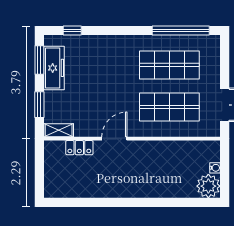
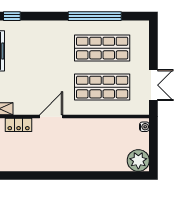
window: (181, 30) -> (95, 16), moved
water cooler: (215, 168) -> (144, 127), moved

